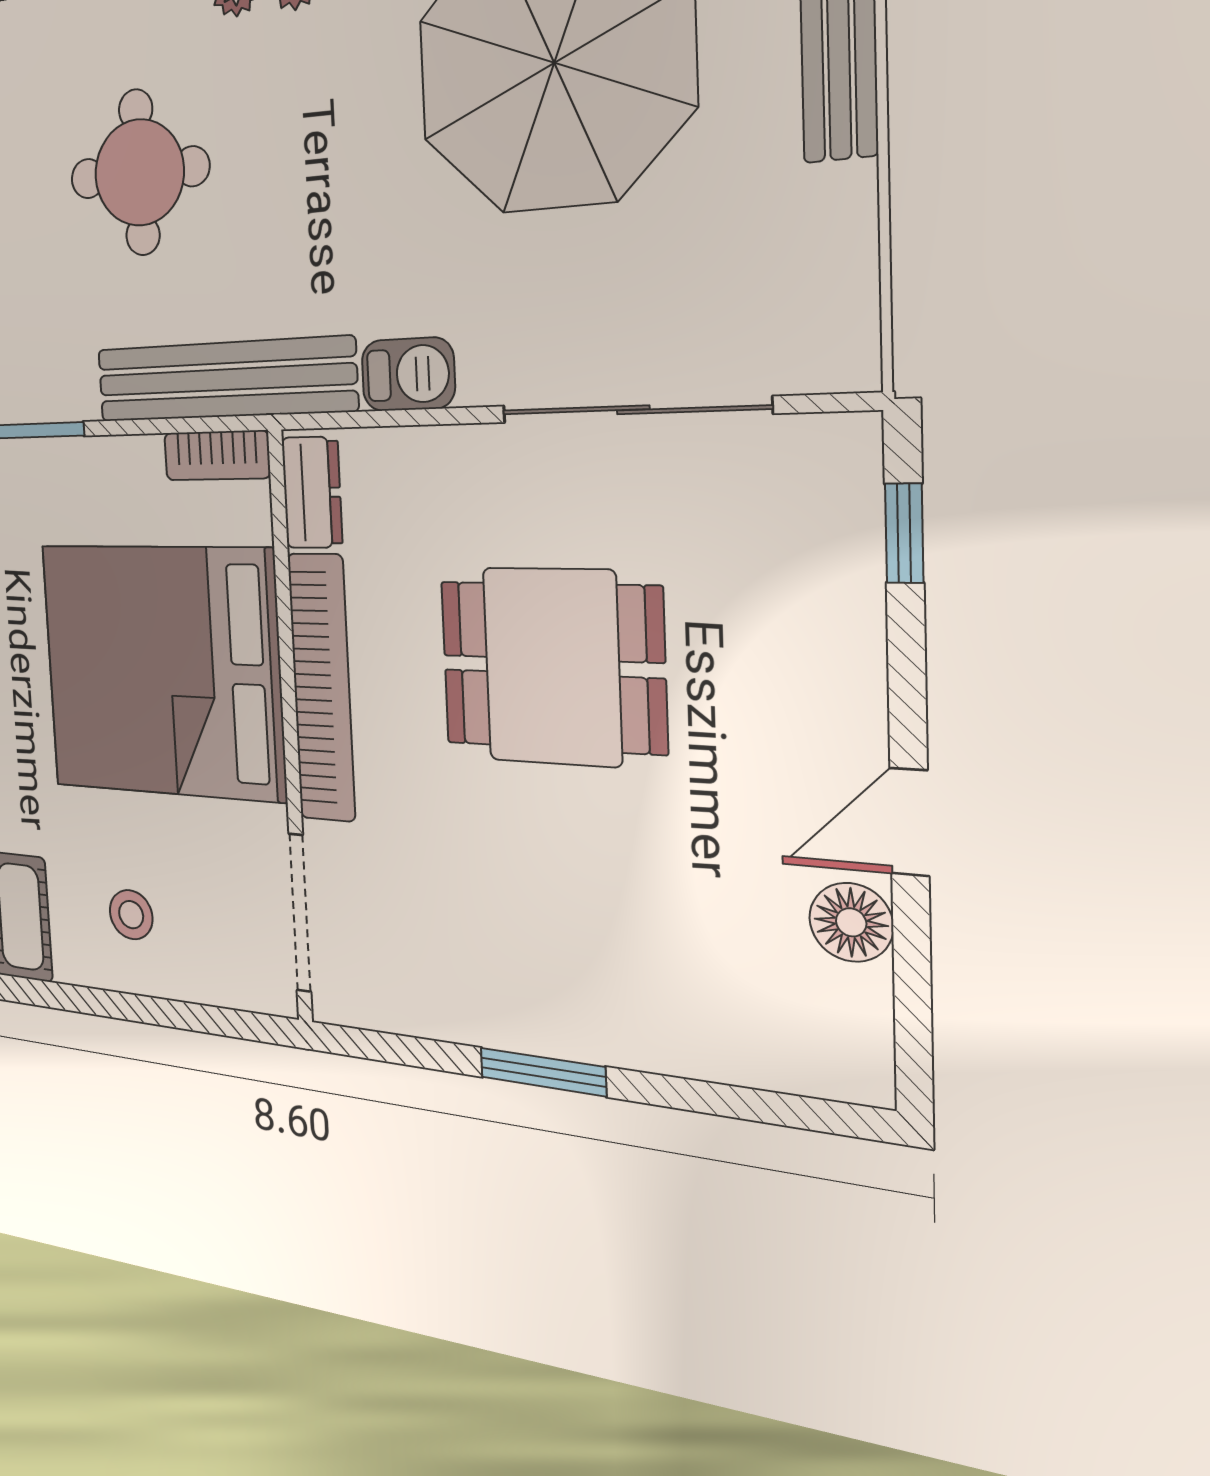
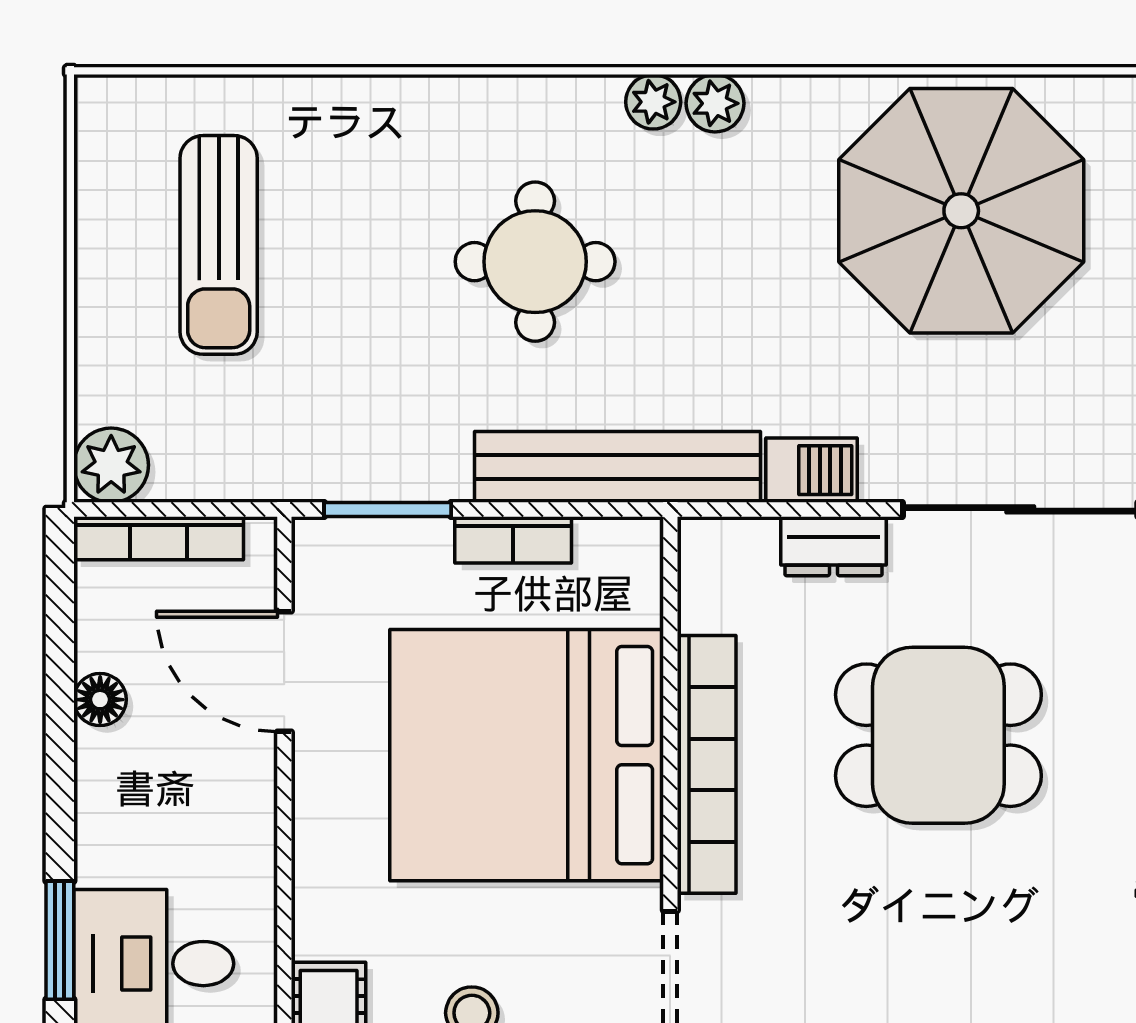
bookcase: (217, 455) -> (513, 540), moved
dresser: (312, 492) -> (833, 546), moved, turned 90

